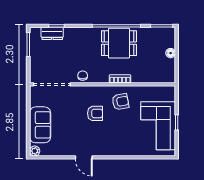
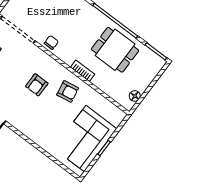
dining table: (119, 43) -> (115, 50), moved
floor lamp: (171, 53) -> (135, 96), moved
armchair: (95, 113) -> (37, 85), turned 90

